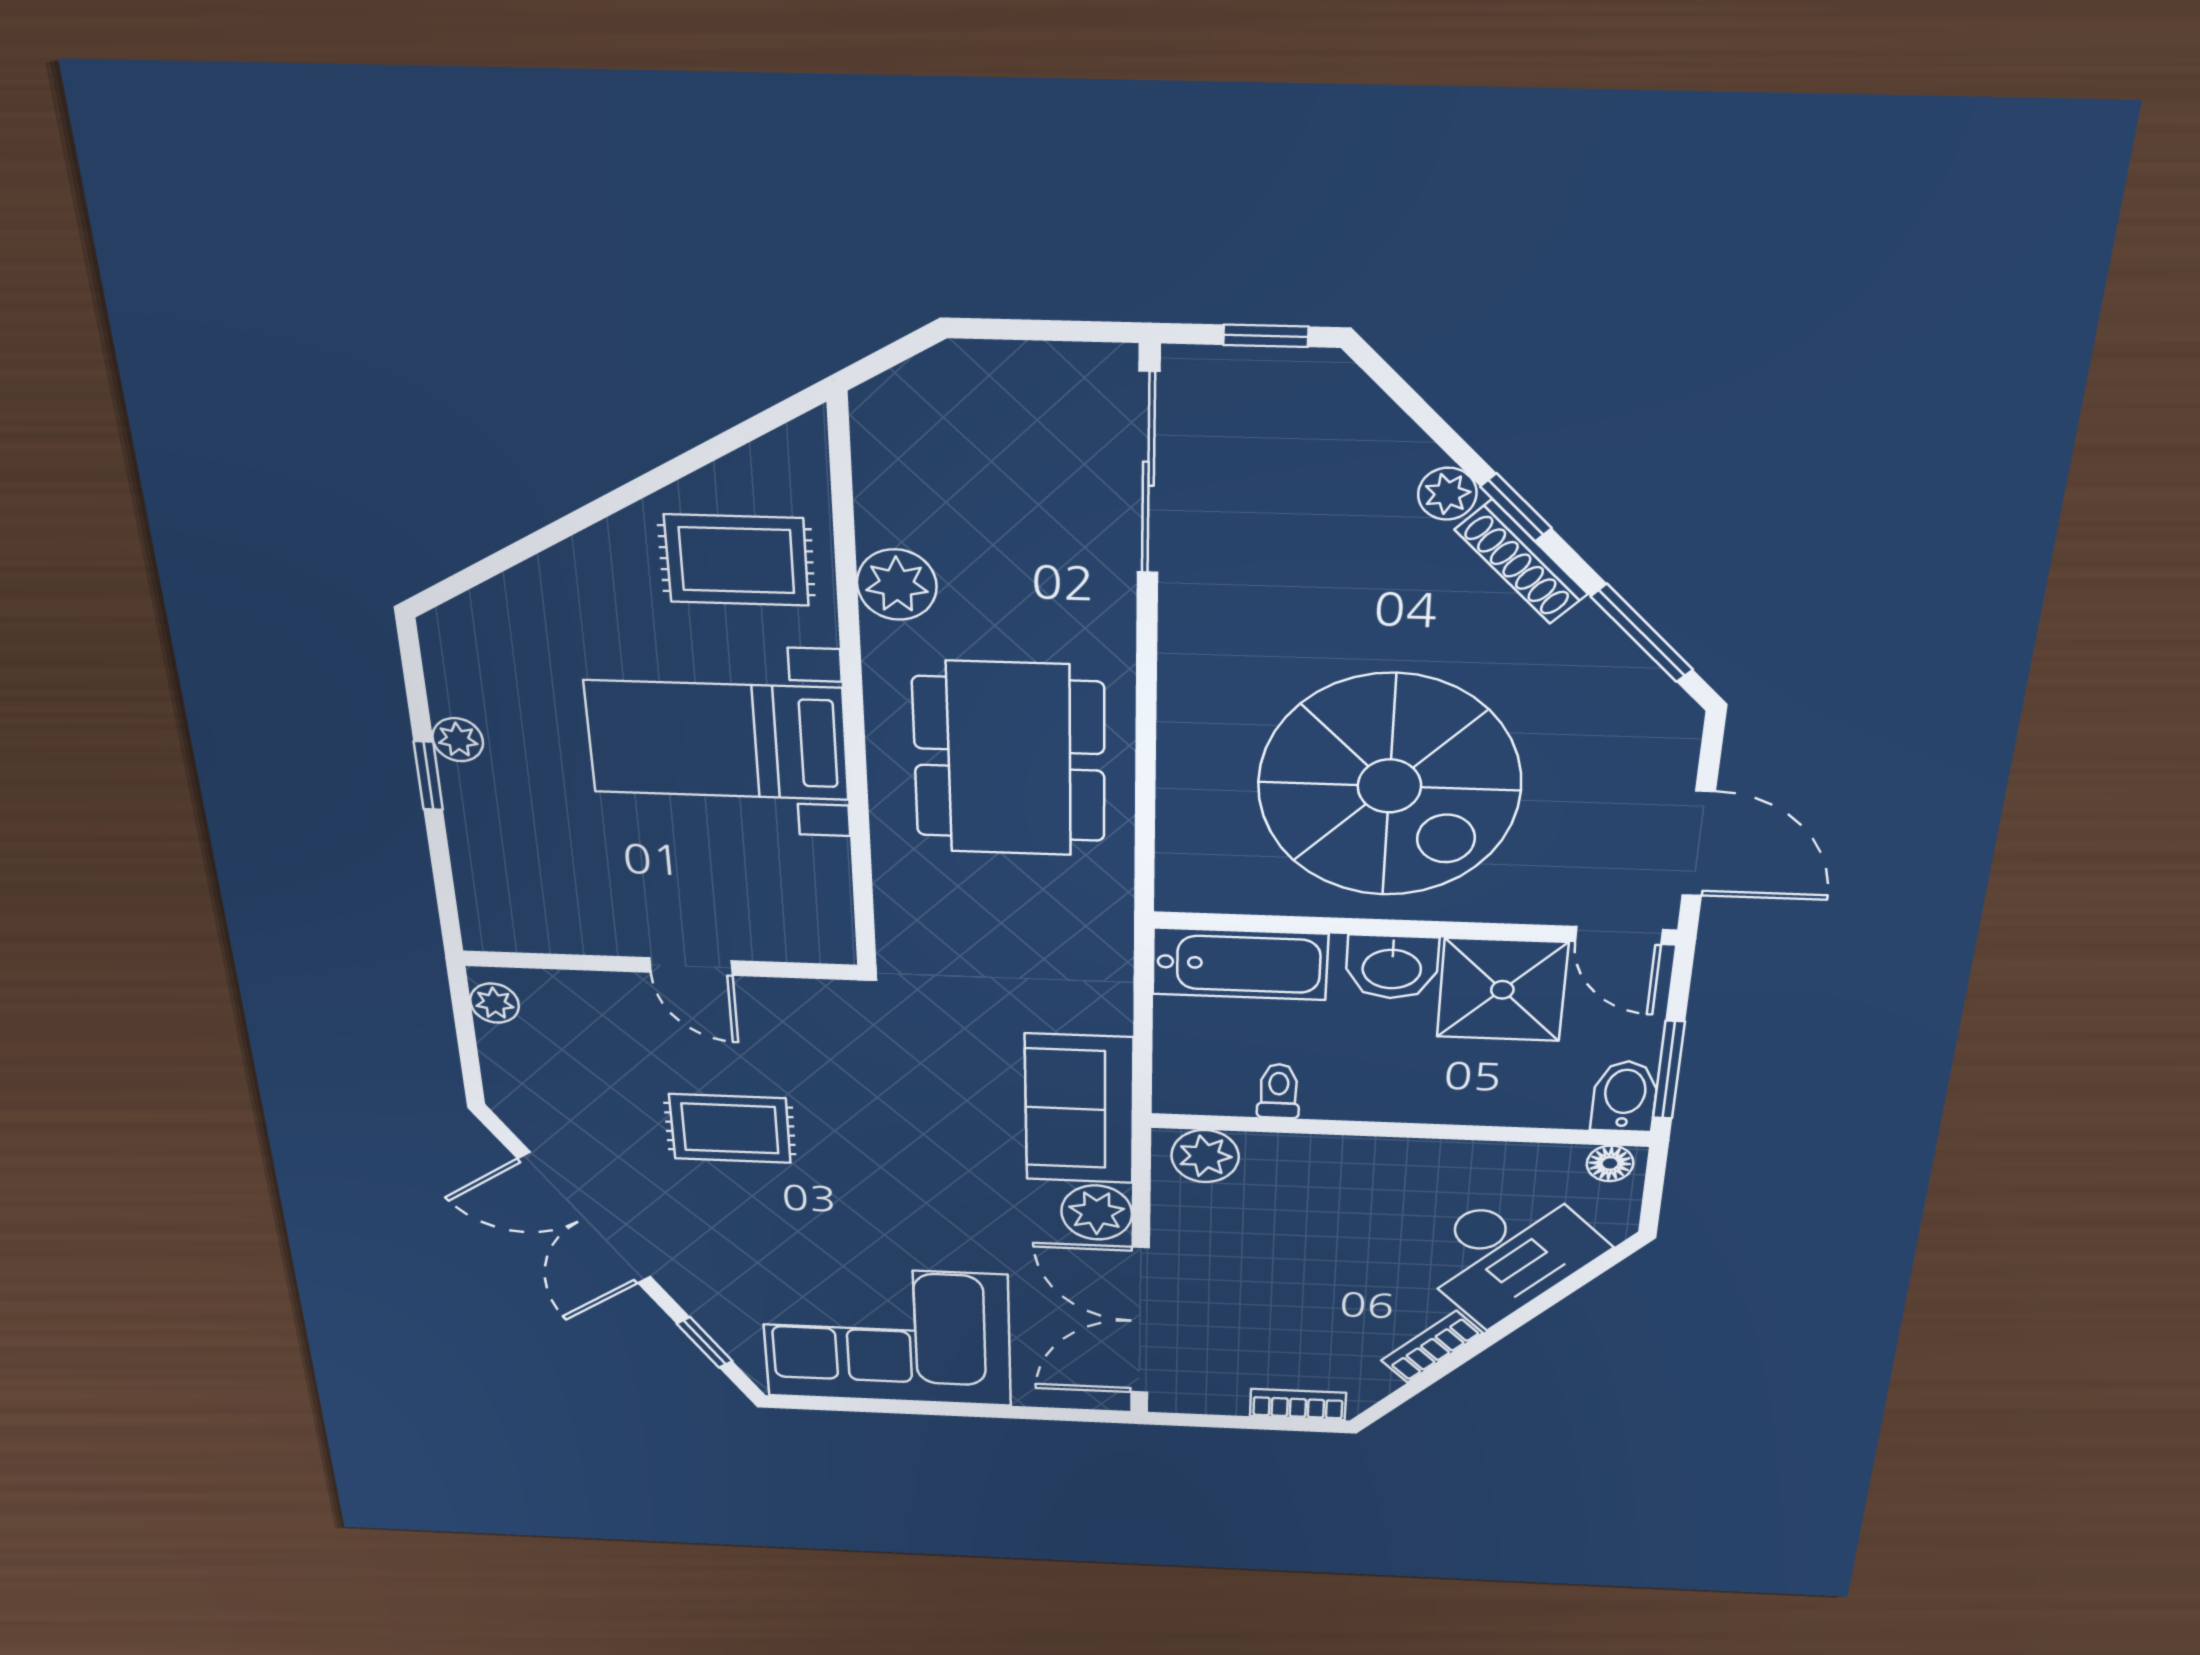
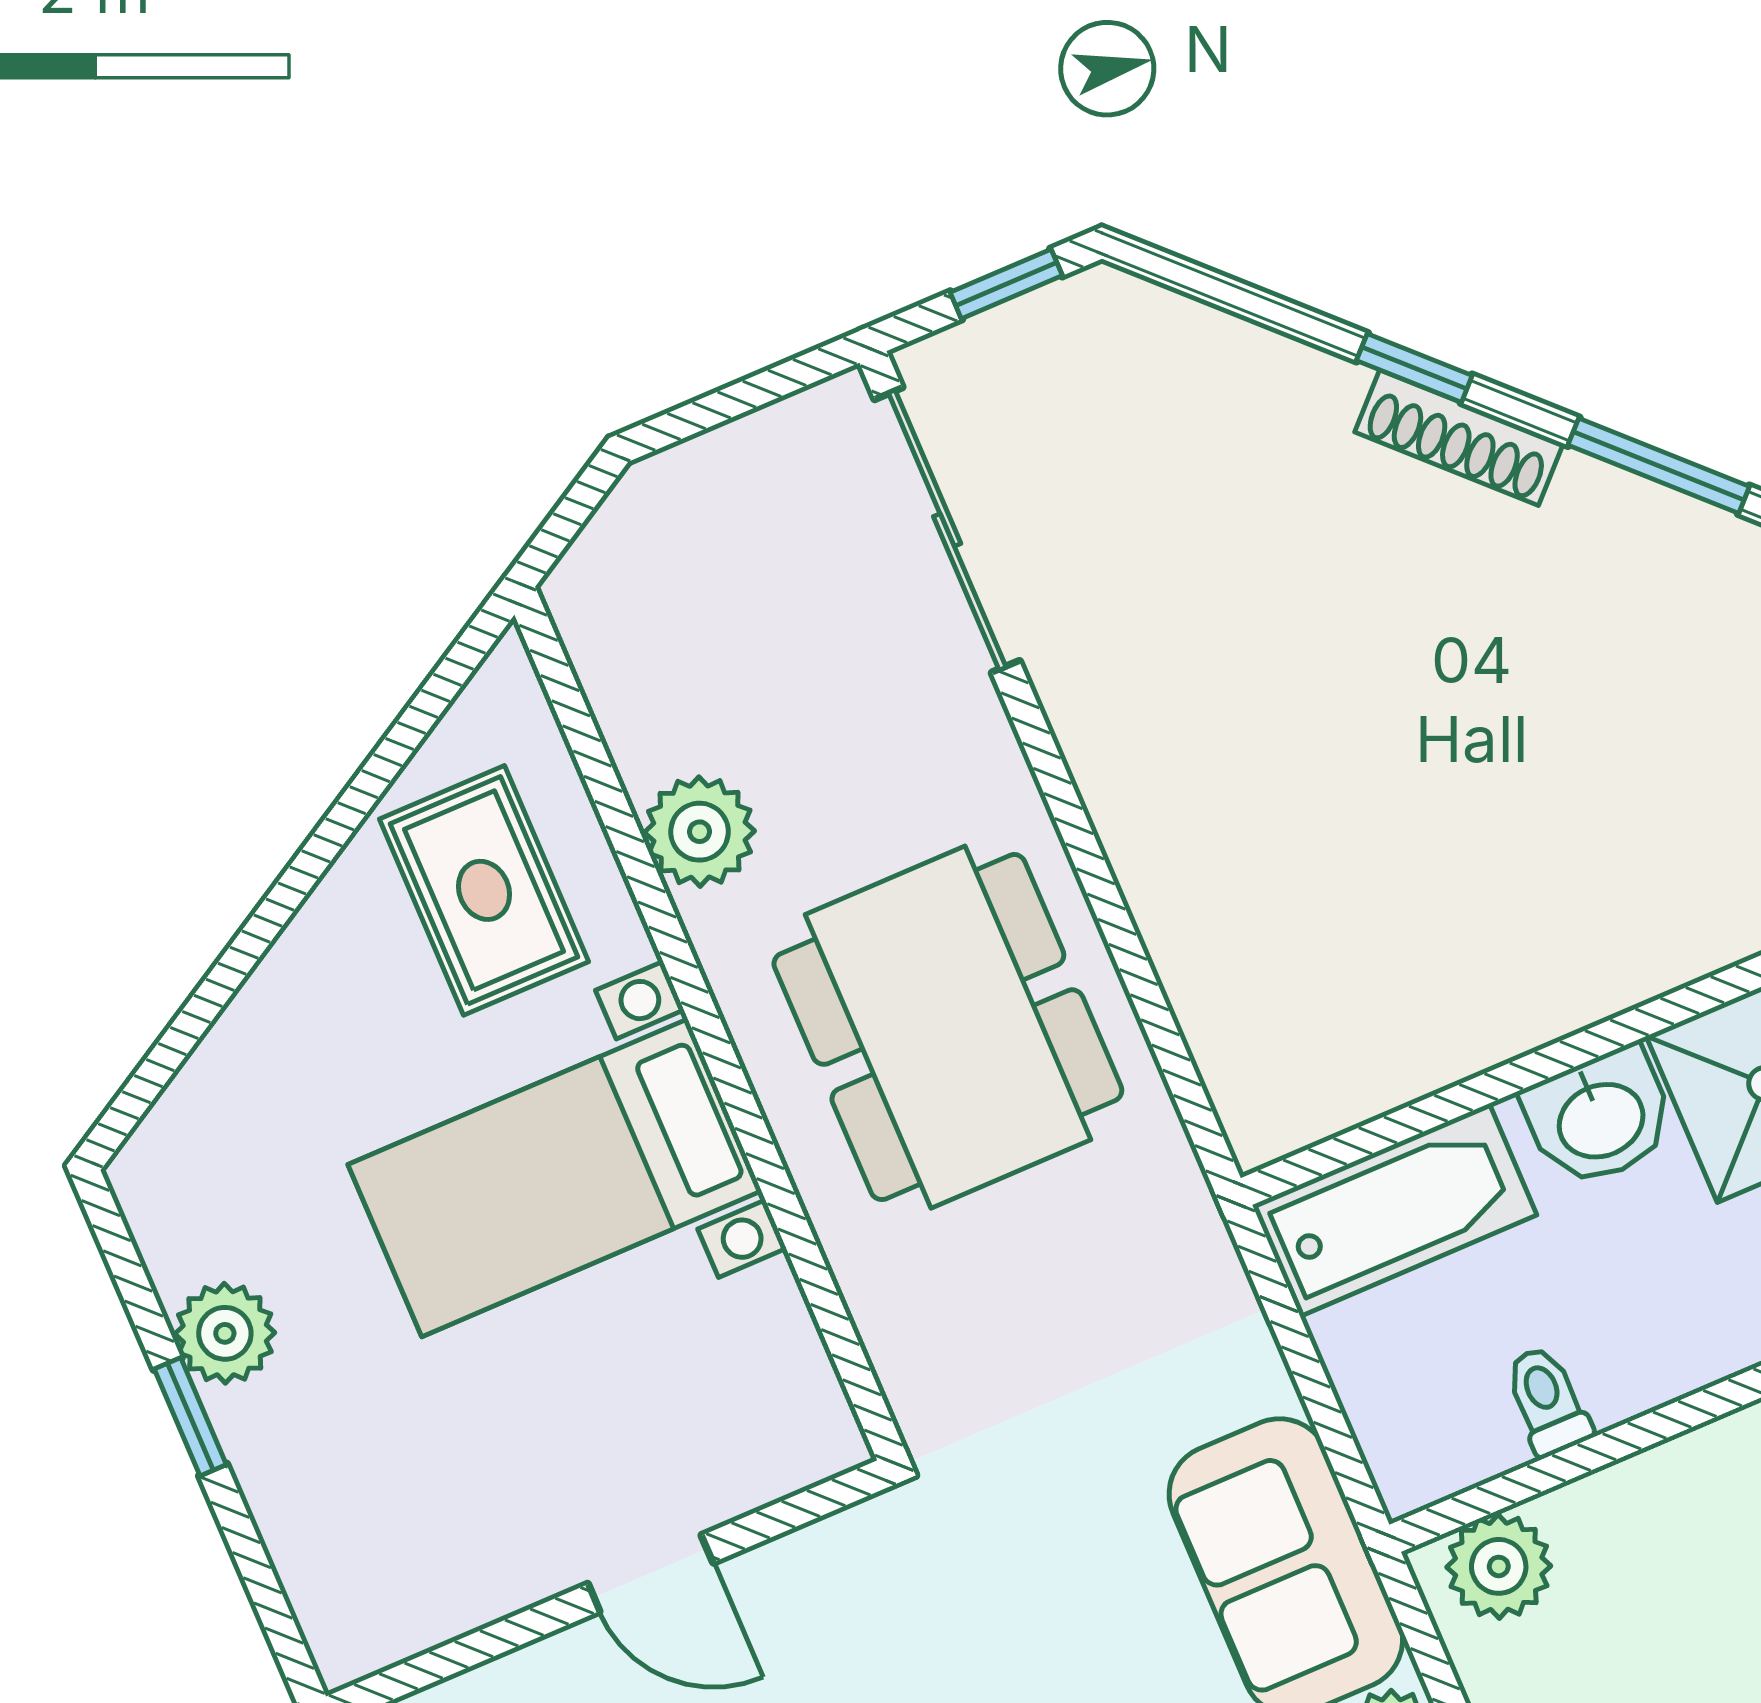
plant: (1447, 494) -> (1322, 388), removed
rug: (737, 560) -> (484, 890), turned 90
plant: (458, 740) -> (225, 1333), width x1.38, depth x1.38
spiral stairs: (1389, 786) -> (1456, 835), removed

